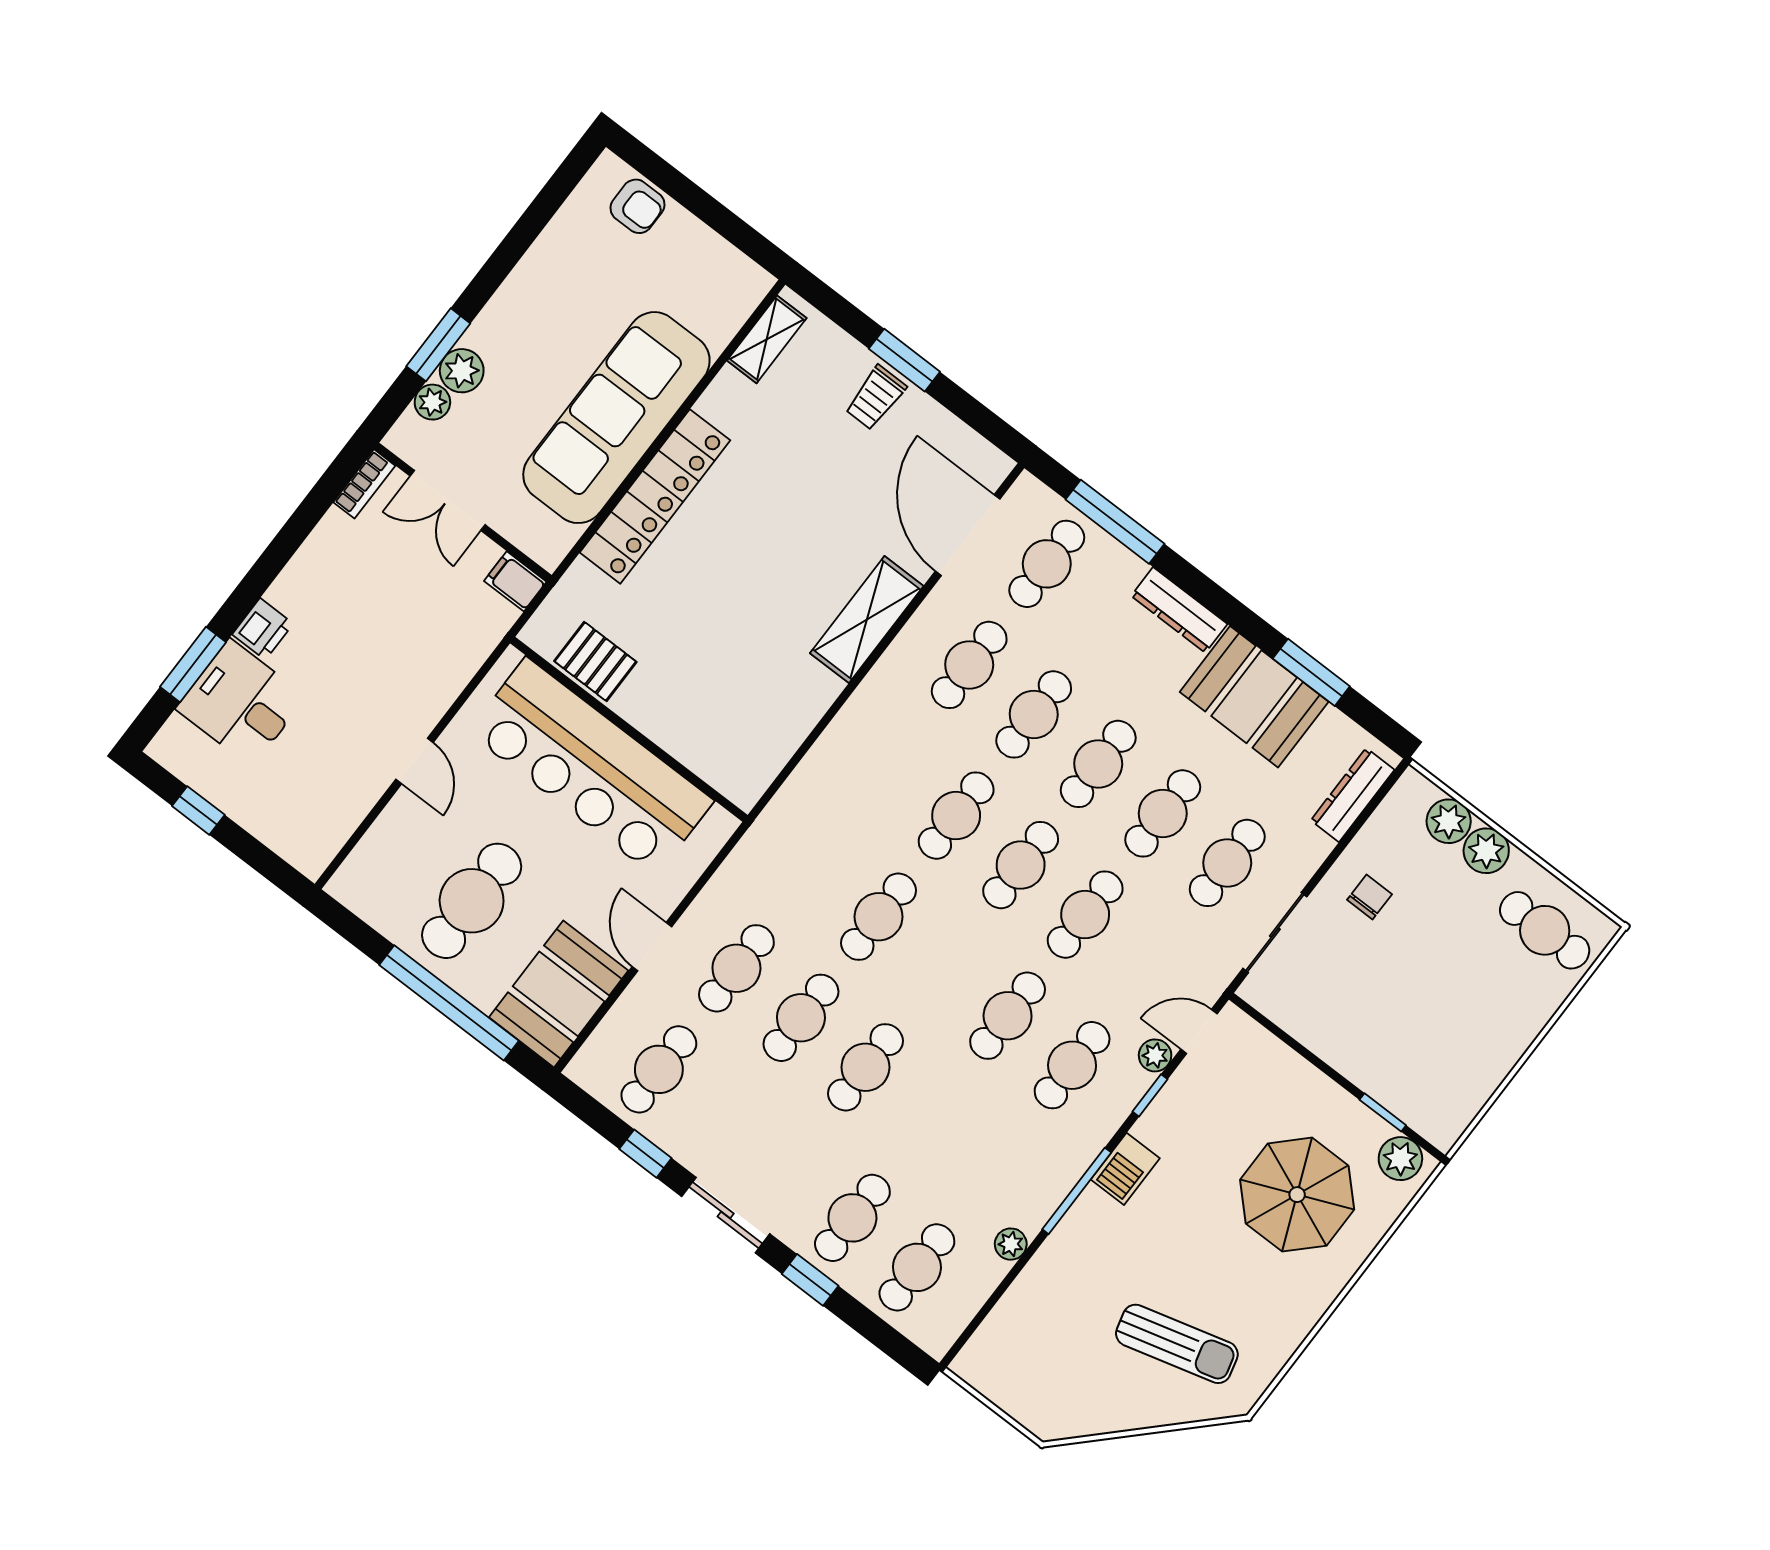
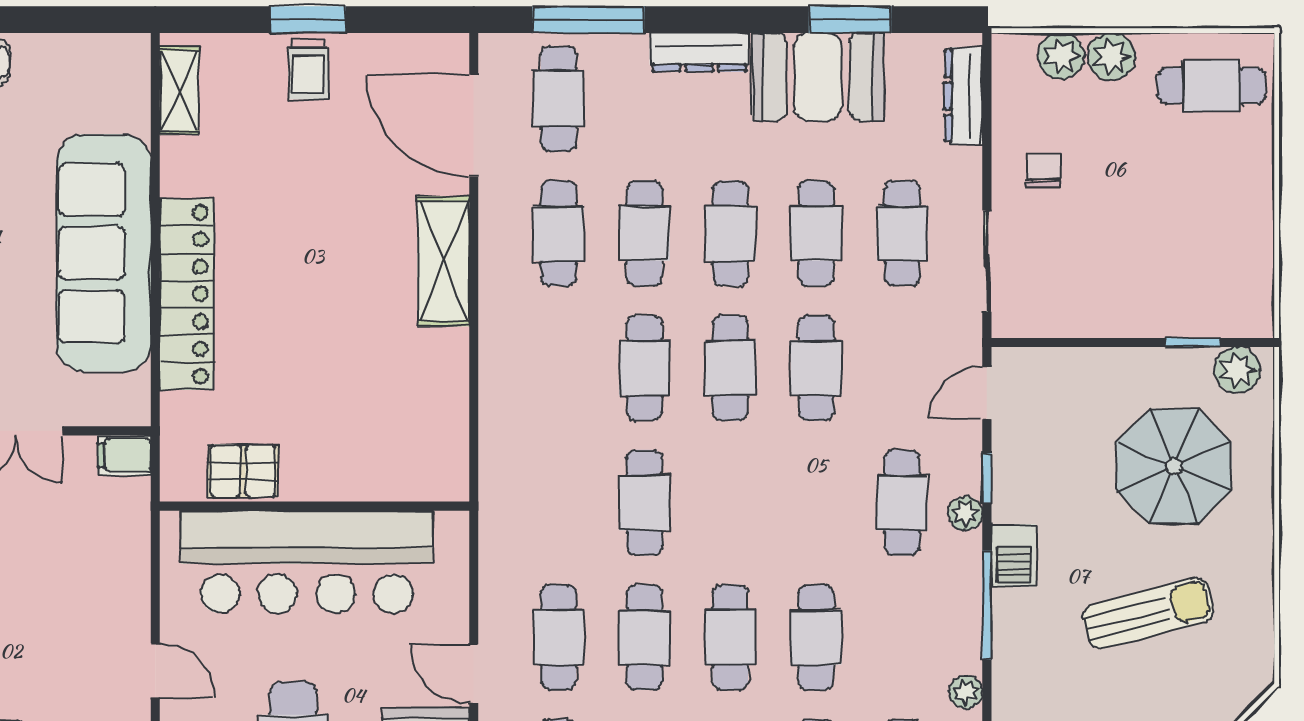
cafe table: (1008, 1016) -> (816, 637), moved
plant: (1155, 1055) -> (965, 513), moved
sun lounger: (1177, 1344) -> (1148, 613), moved

